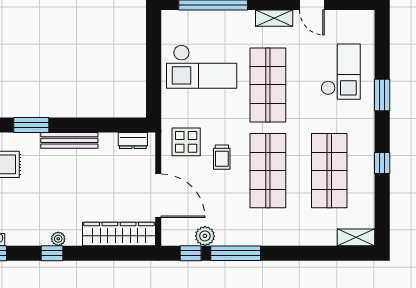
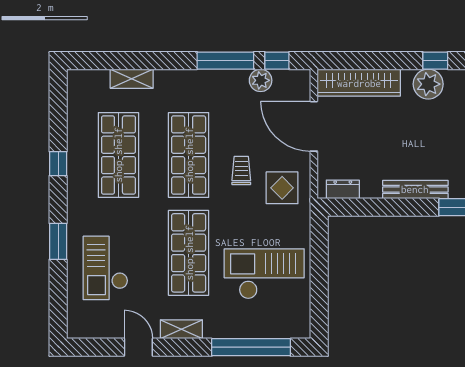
shelving: (356, 237) -> (132, 79), moved
plant: (58, 239) -> (428, 84), width x1.88, depth x1.88

